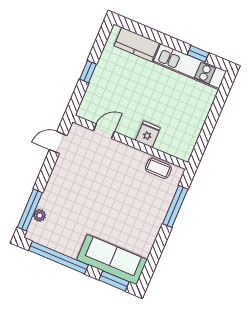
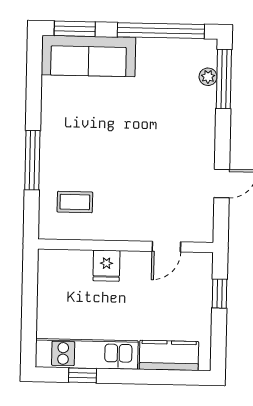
door: (104, 131) -> (166, 247), moved
fridge: (148, 134) -> (106, 266), moved
wall: (130, 142) -> (126, 246), moved

